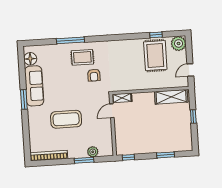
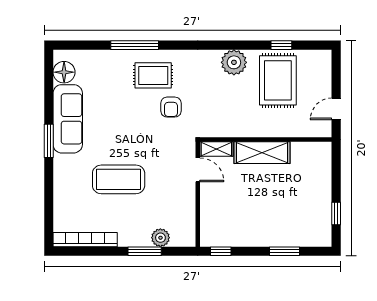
plant: (179, 43) -> (234, 62), moved
shelving: (171, 97) -> (262, 153), moved
door: (112, 111) -> (198, 170), swing flipped
window: (193, 117) -> (336, 213), moved

